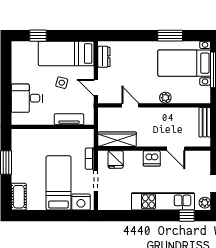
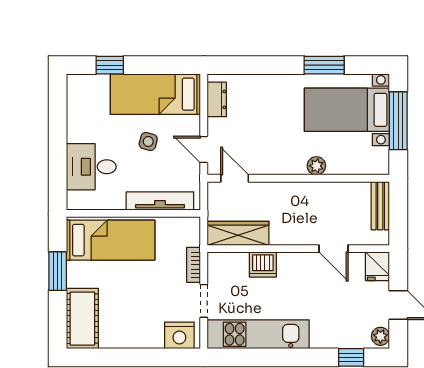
door: (130, 105) -> (235, 178), moved
tv unit: (69, 119) -> (160, 201), width x1.41
dishwasher: (152, 158) -> (263, 265), moved
fridge: (116, 159) -> (377, 266), moved
bed: (58, 183) -> (111, 240), moved, turned 90
cot: (19, 197) -> (82, 319), width x1.37, depth x1.34
kitchen unit: (163, 201) -> (258, 334), moved

